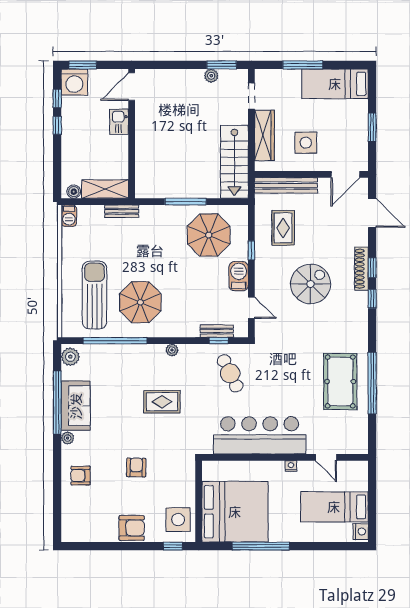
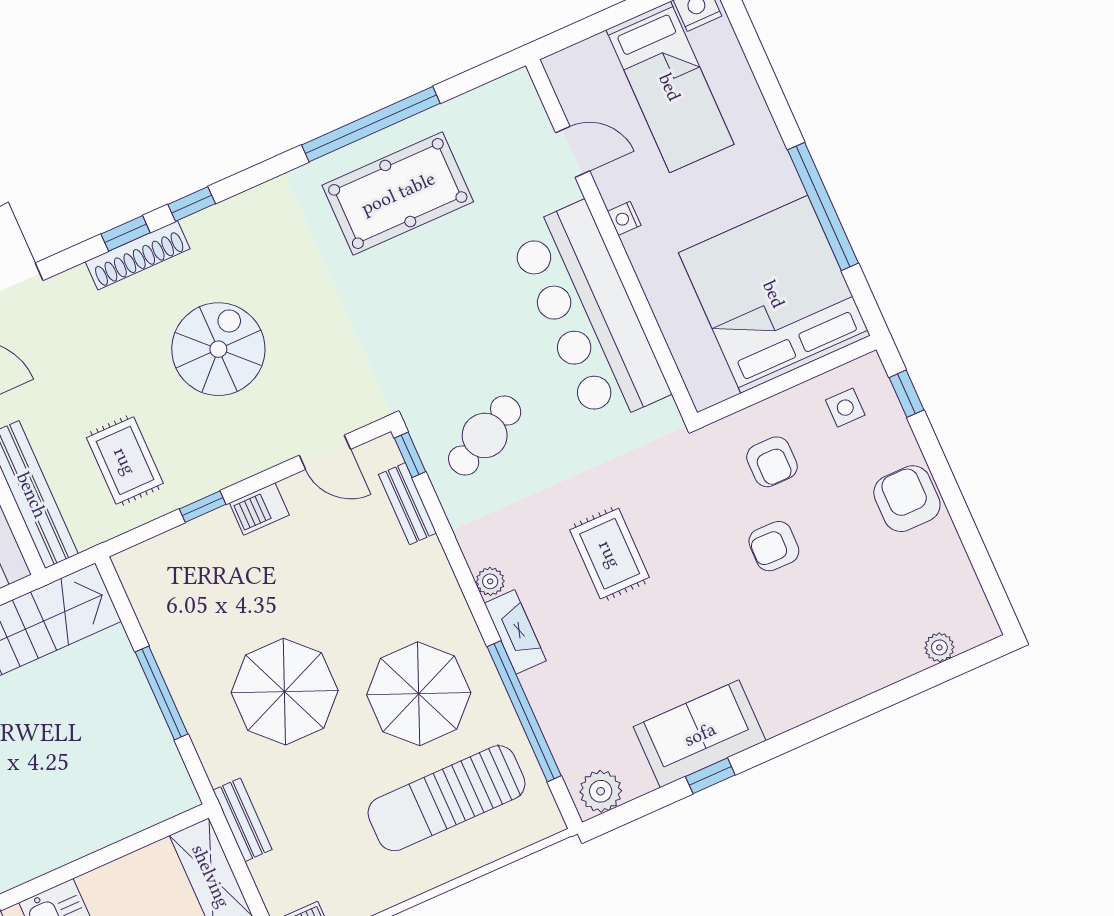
rug: (283, 228) -> (125, 461), turned 90
parasol: (209, 235) -> (285, 692), moved
barbecue: (239, 276) -> (259, 509), width x0.73, depth x0.79
spiral stairs: (311, 284) -> (218, 349), turned 90
door: (251, 308) -> (325, 452), swing flipped
window: (219, 341) -> (410, 455), moved
fireplace: (148, 351) -> (515, 632), added
window: (57, 402) -> (710, 776), width x0.32
plant: (68, 438) -> (939, 647), moved
door: (326, 457) -> (573, 152), hinge flipped
armchair: (80, 476) -> (772, 462), moved
side table: (178, 520) -> (845, 408), width x0.54, depth x0.54

